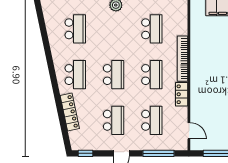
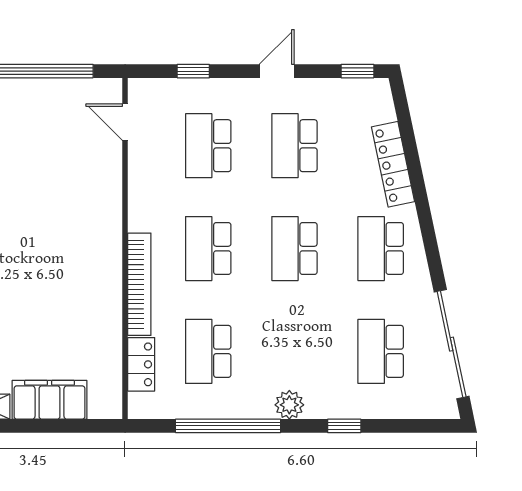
sliding door: (44, 32) -> (452, 344), added
locker: (182, 94) -> (141, 364), moved
window: (159, 153) -> (193, 71), width x0.46

